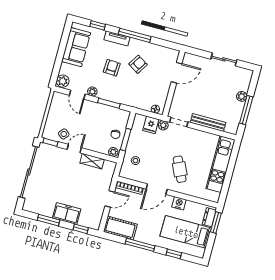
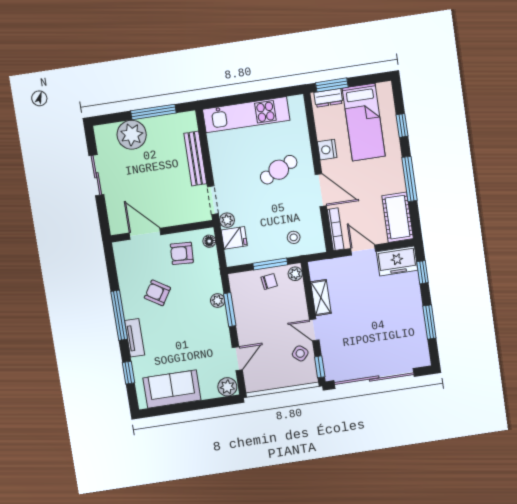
armchair: (112, 68) -> (182, 253), moved
plant: (92, 92) -> (218, 301), moved
plant: (242, 96) -> (132, 135), width x1.88, depth x1.88
freezer: (67, 214) -> (397, 261), moved, turned -90

